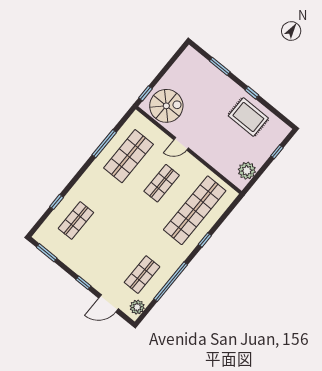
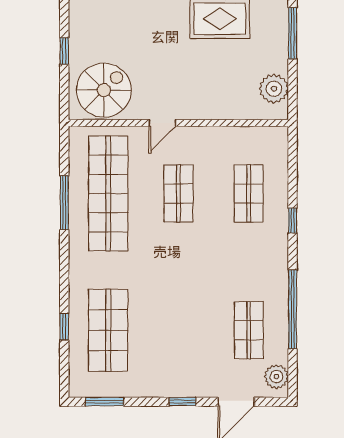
window: (145, 93) -> (64, 51), moved
window: (277, 152) -> (293, 33), width x2.17
shop shelf: (129, 156) -> (108, 193), width x1.40
shop shelf: (195, 210) -> (249, 193), width x0.50, depth x0.74
shop shelf: (76, 220) -> (108, 330), width x1.43, depth x1.36

